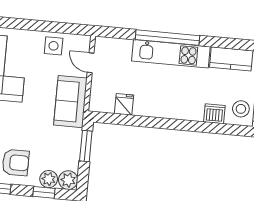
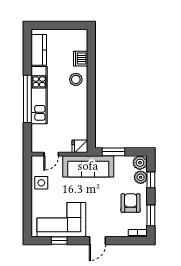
sofa: (70, 102) -> (88, 166), width x1.36
fridge: (124, 104) -> (80, 146), moved
stool: (241, 109) -> (76, 79), moved

